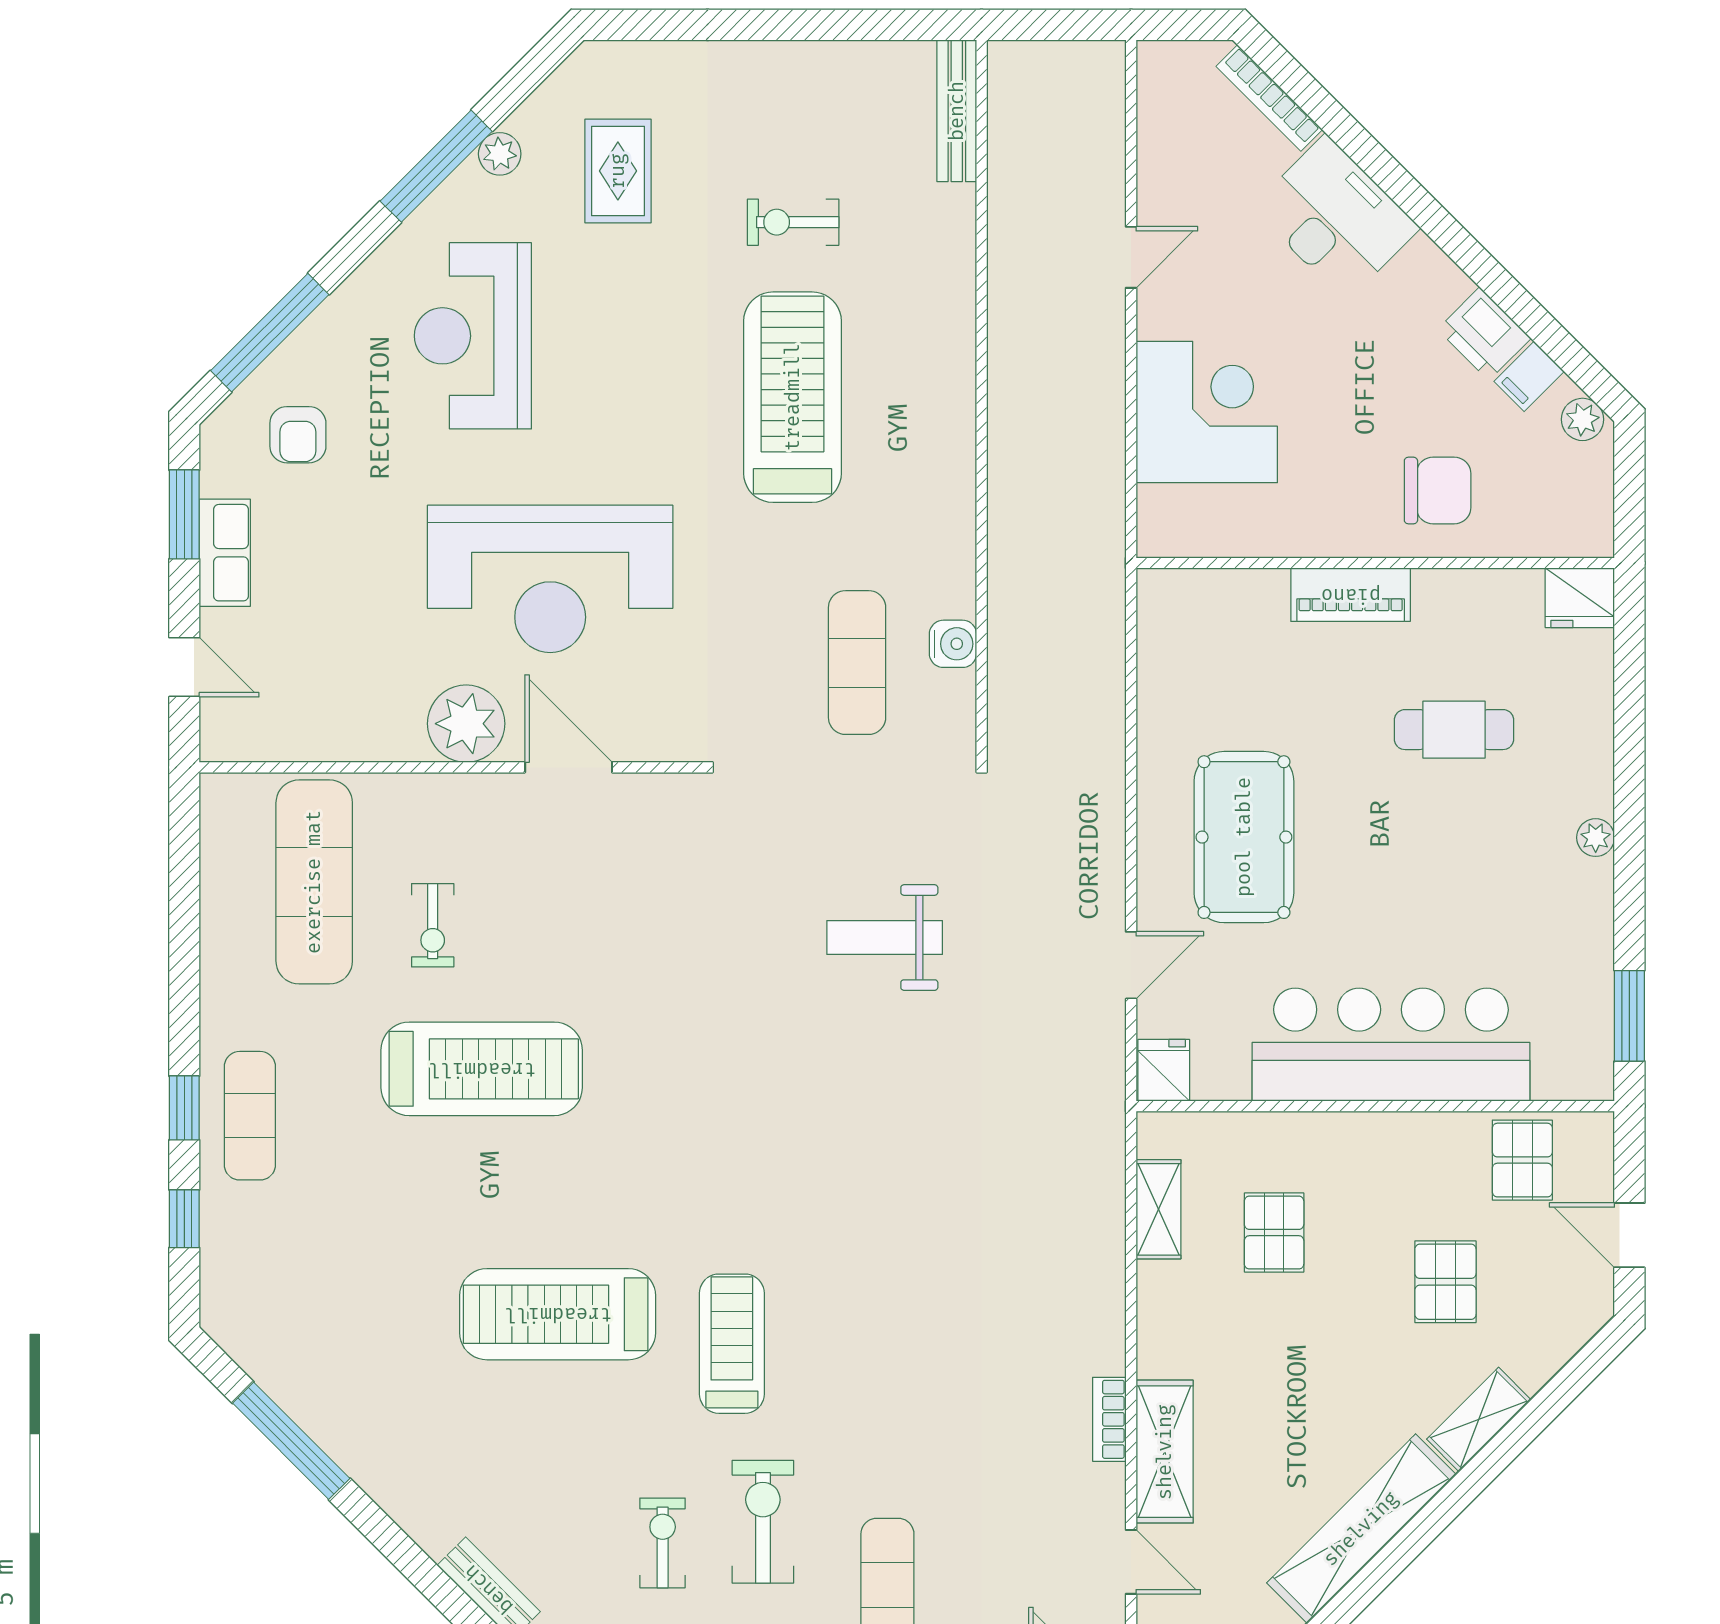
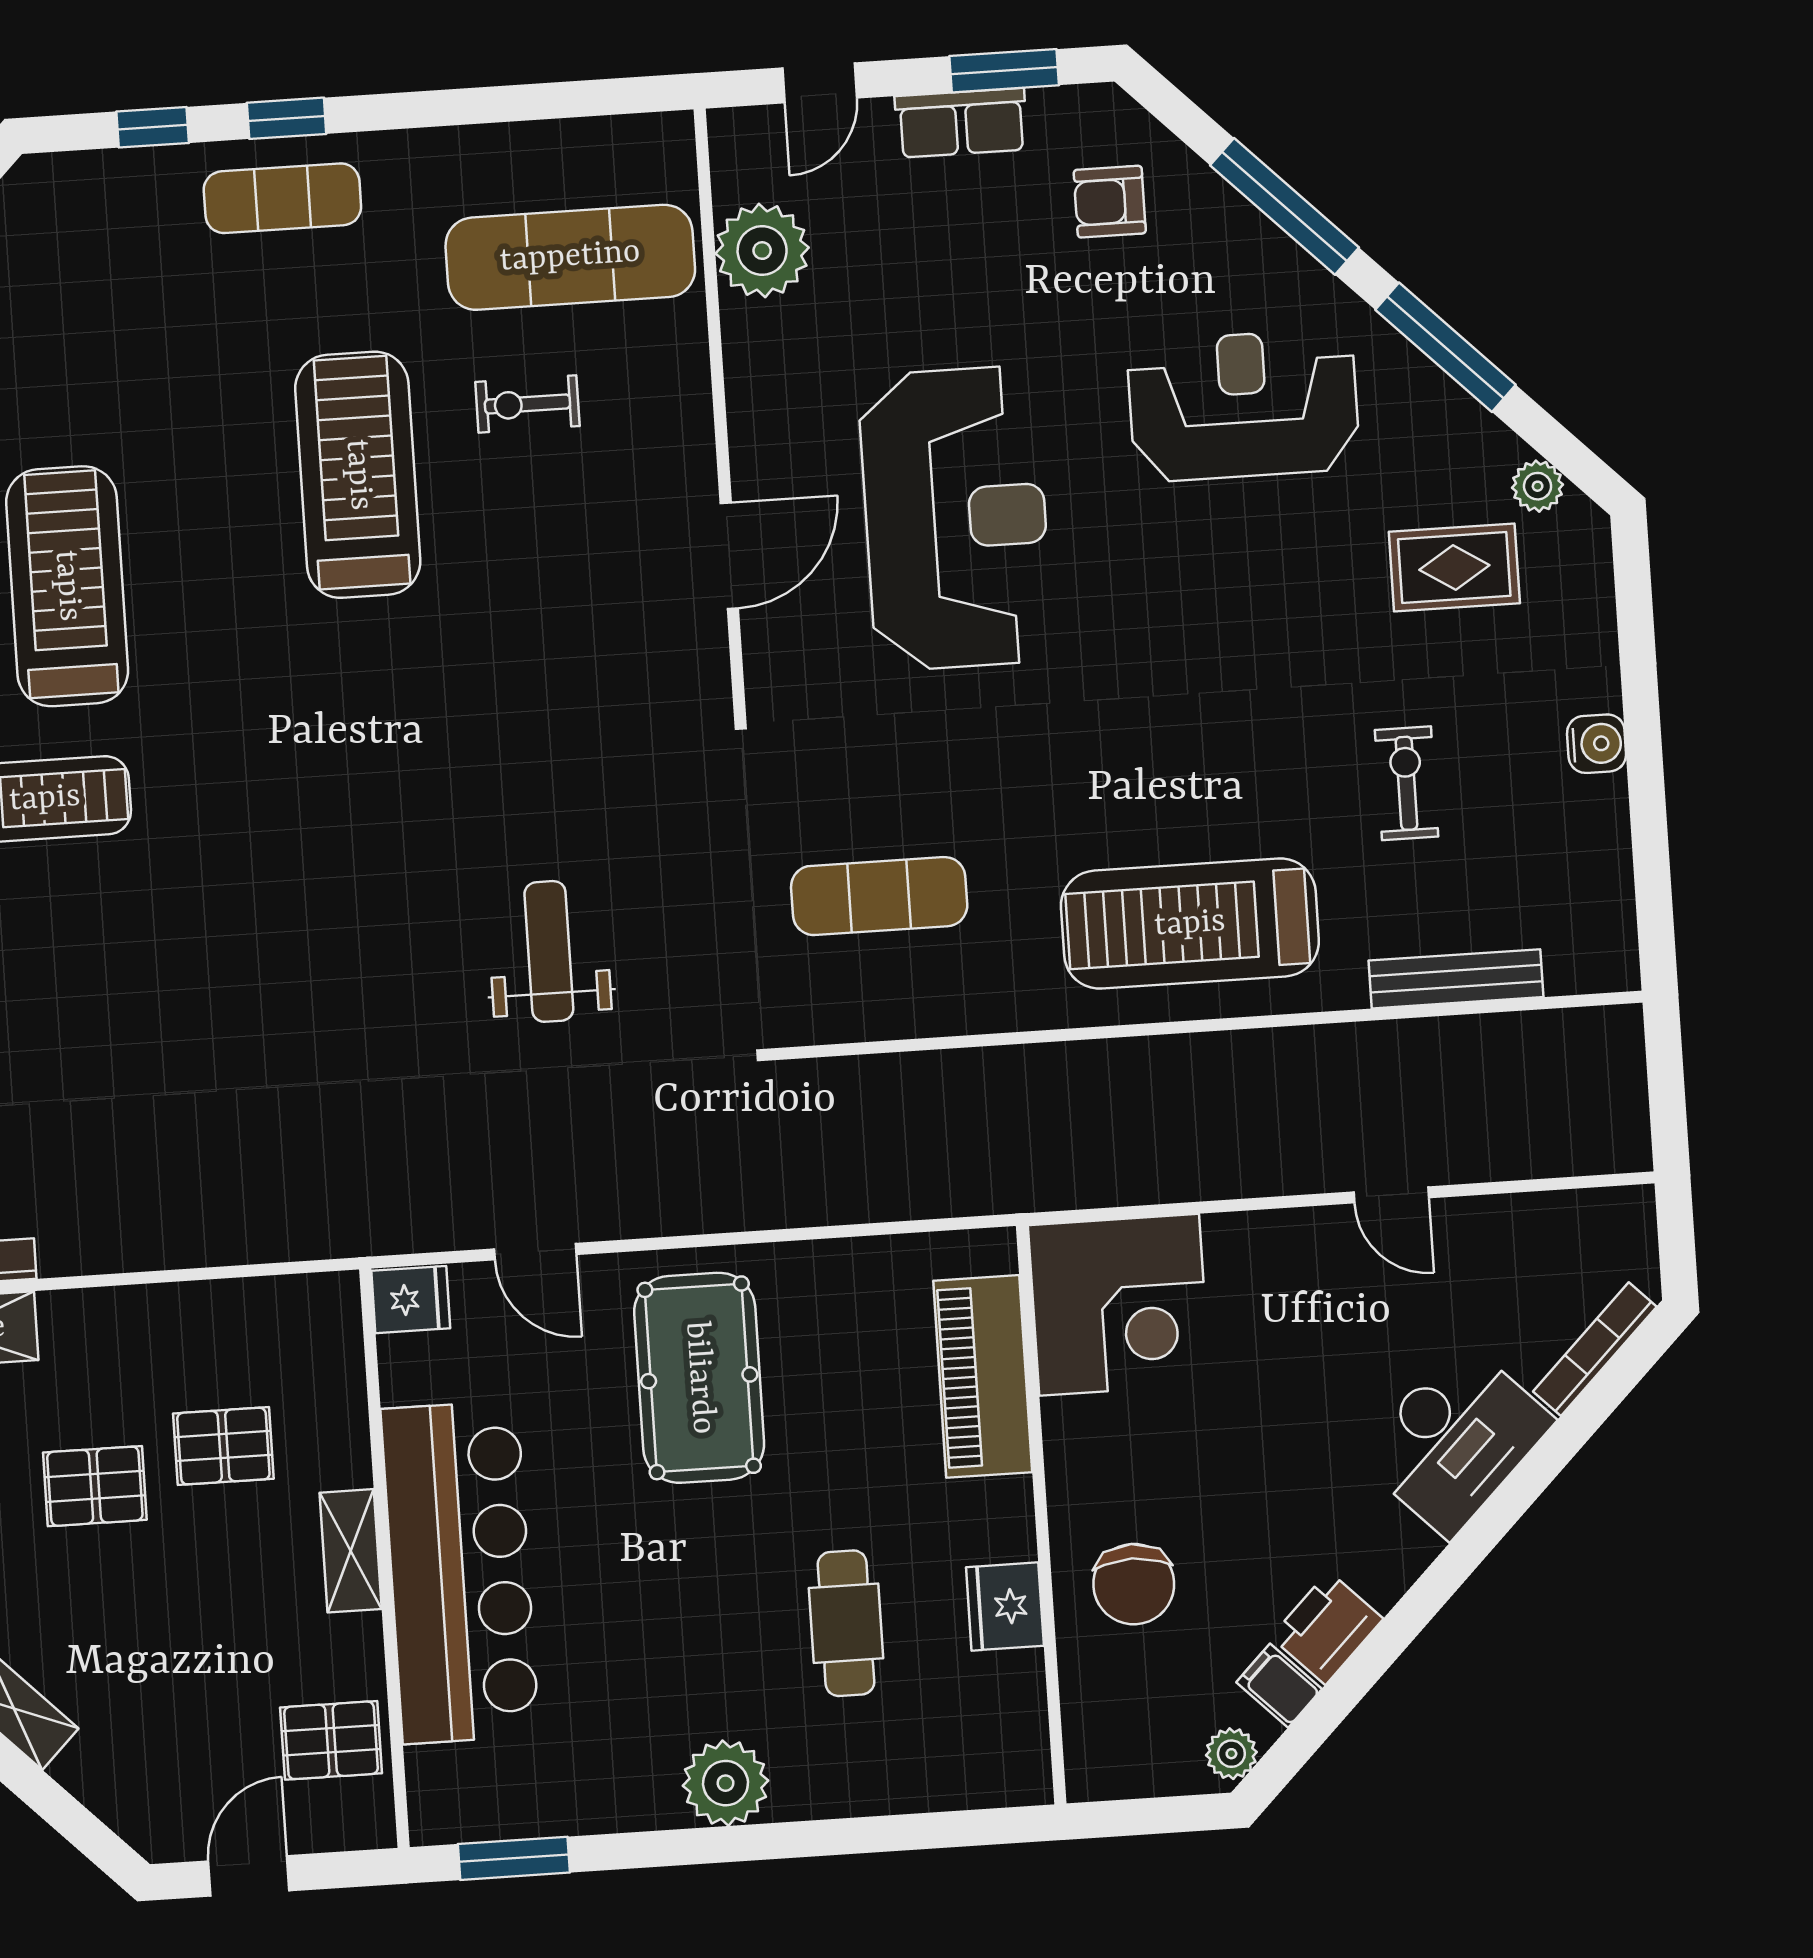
bench: (957, 111) -> (1456, 979), moved
plant: (500, 154) -> (1538, 486), moved
window: (270, 333) -> (1285, 206), moved
treadmill: (793, 397) -> (1190, 924), moved, turned 180
corner desk: (1207, 412) -> (1119, 1305), moved
reception desk: (550, 579) -> (956, 518), turned 180
piano: (1351, 595) -> (983, 1376), moved, width x1.37, depth x1.33
fridge: (1580, 598) -> (1005, 1606), moved
water cooler: (953, 644) -> (1597, 744), moved, turned -90
plant: (466, 724) -> (762, 251), moved
pool table: (1244, 837) -> (699, 1378), turned 90
plant: (1596, 838) -> (726, 1783), width x1.87, depth x1.87
treadmill: (482, 1069) -> (358, 475), turned 180
shelving: (1158, 1209) -> (351, 1551), moved, turned 90
pallet: (1445, 1282) -> (95, 1486), moved

